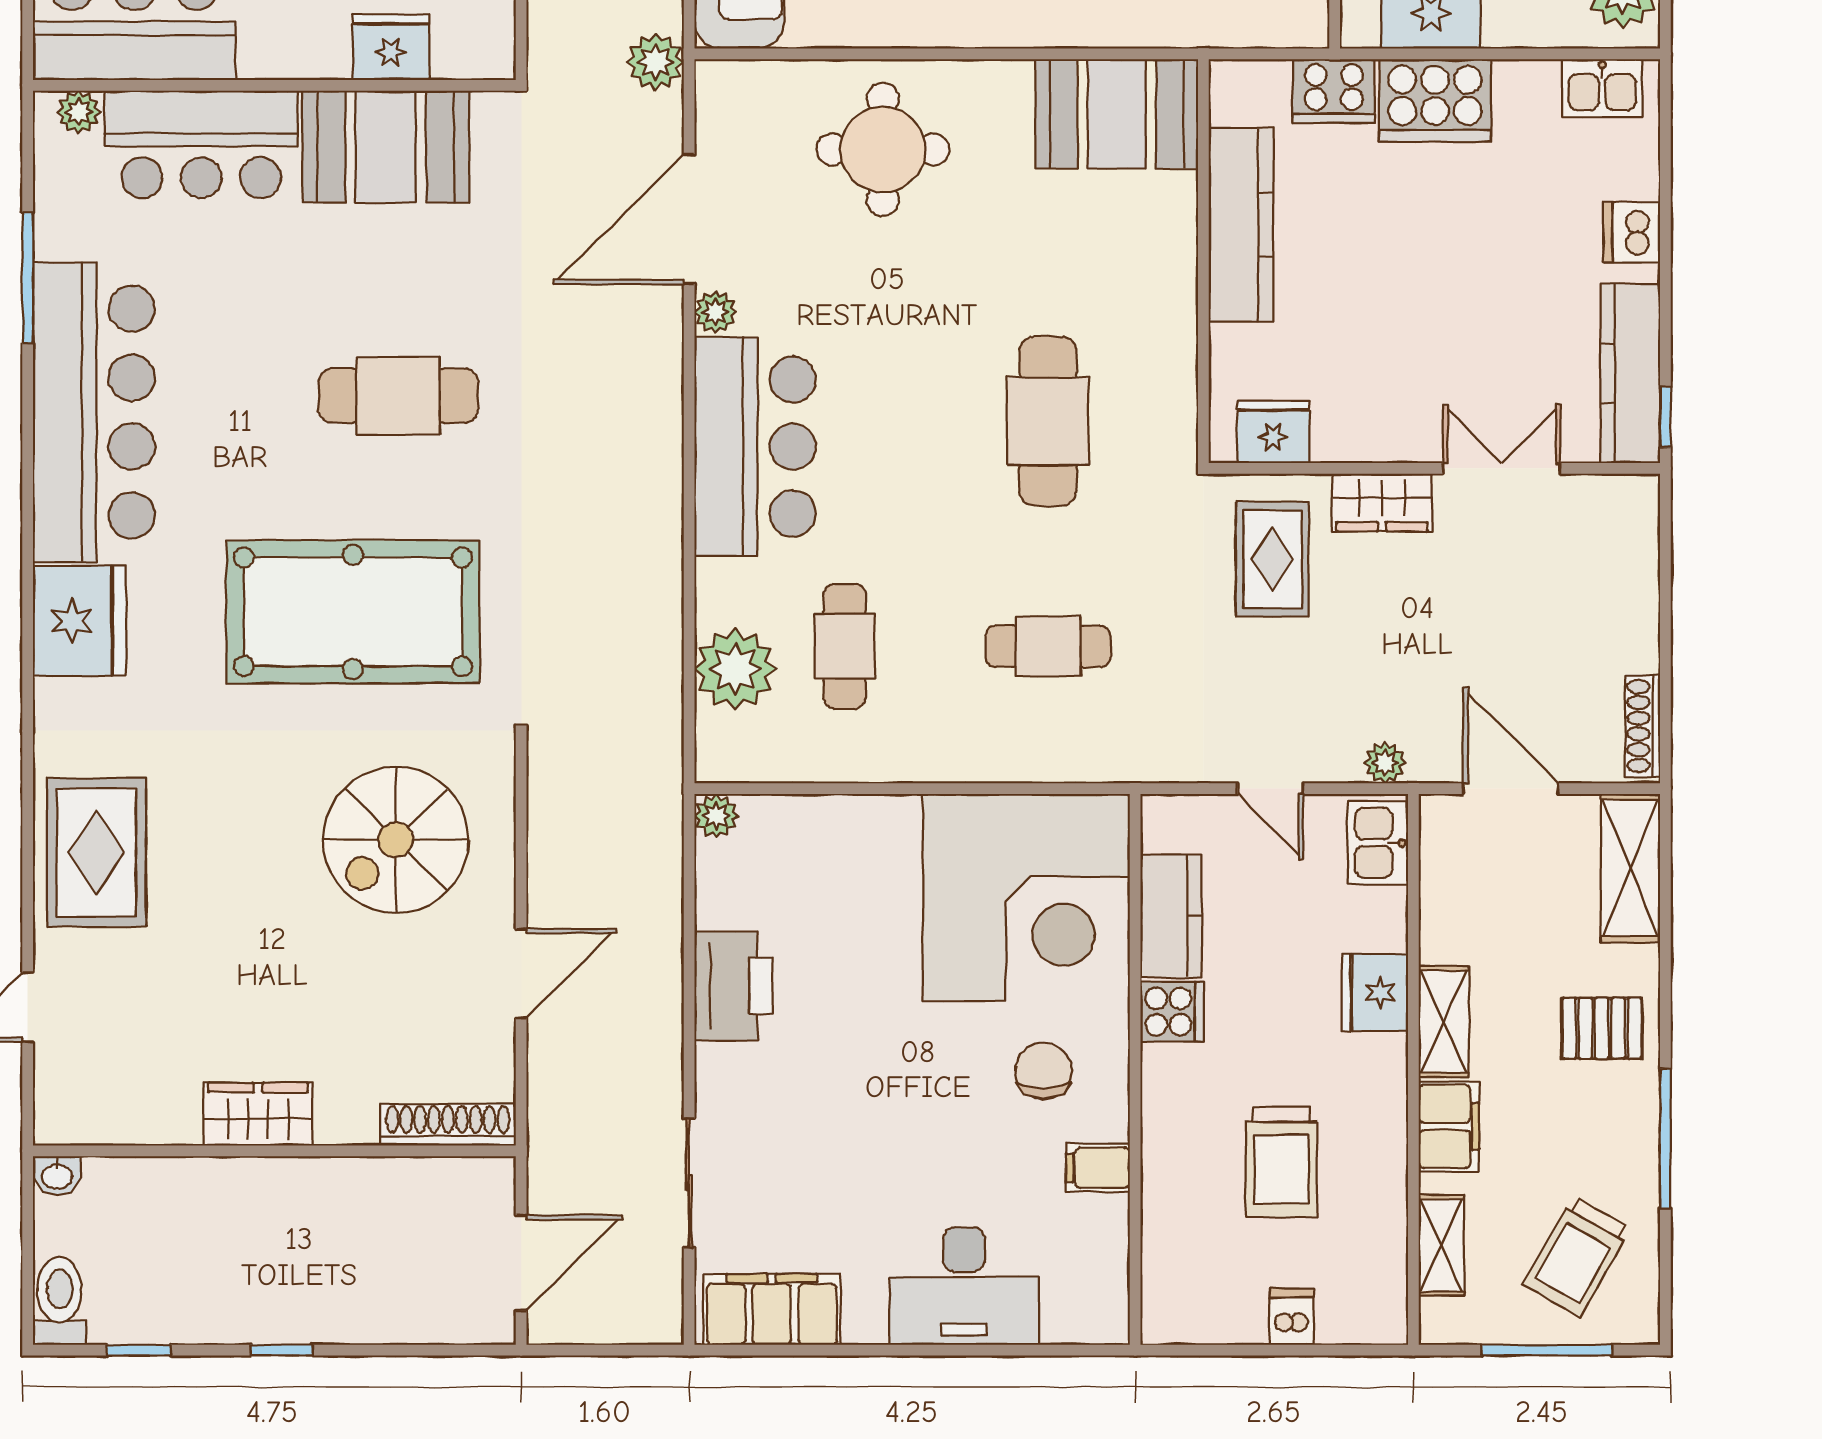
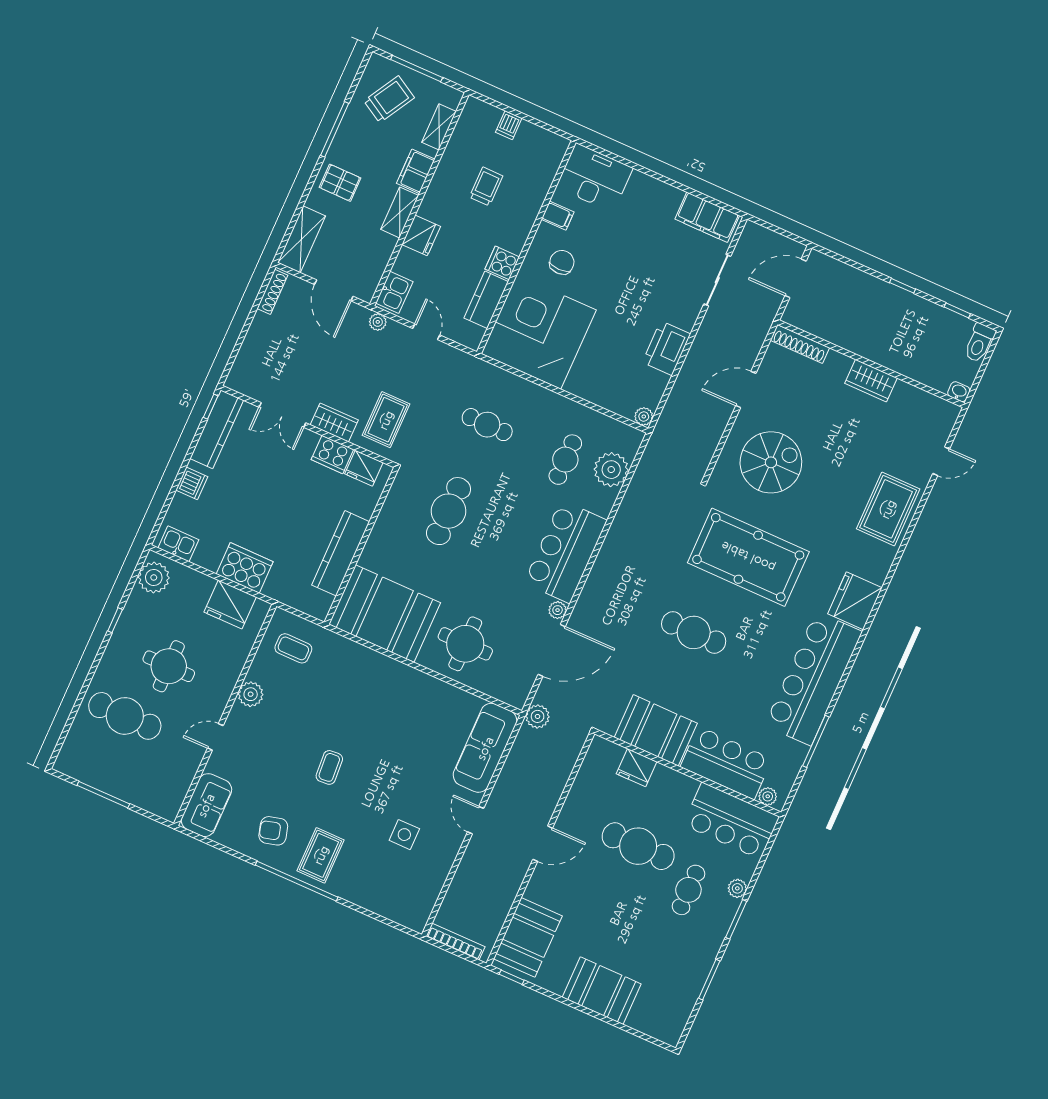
cooker: (1334, 91) -> (332, 454), moved, turned 180
booth: (1117, 114) -> (385, 614), width x1.36, depth x1.42
chair: (1043, 1071) -> (562, 262), turned 180
trolley: (1281, 1162) -> (486, 186), width x0.73, depth x0.72
desk: (964, 1286) -> (594, 178), moved

